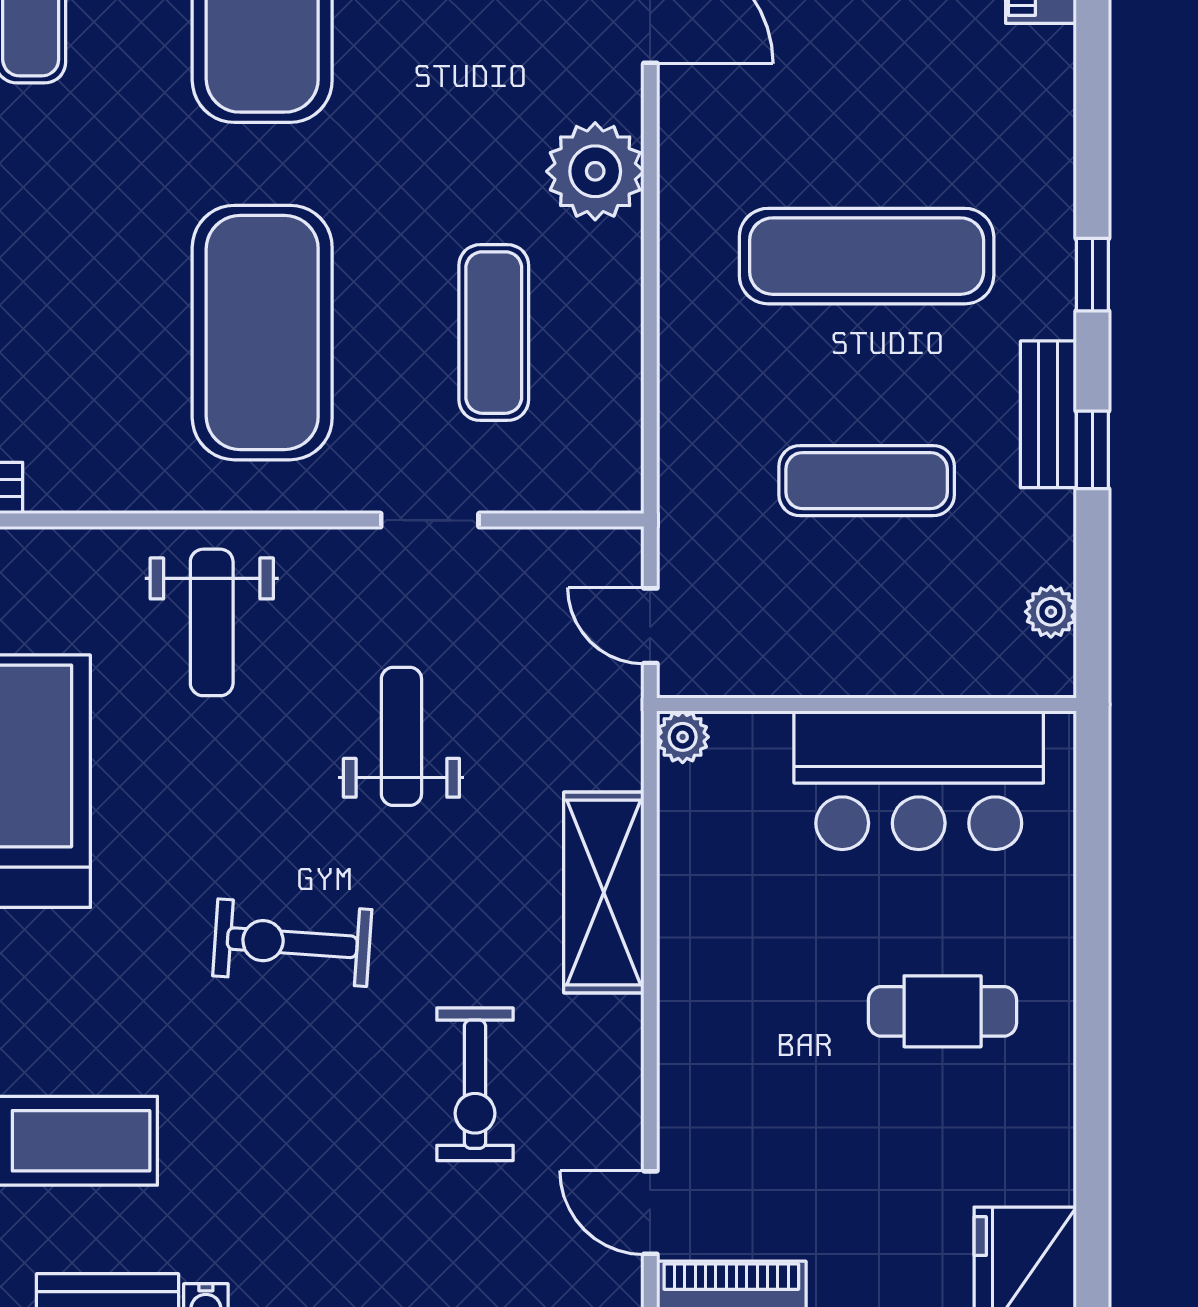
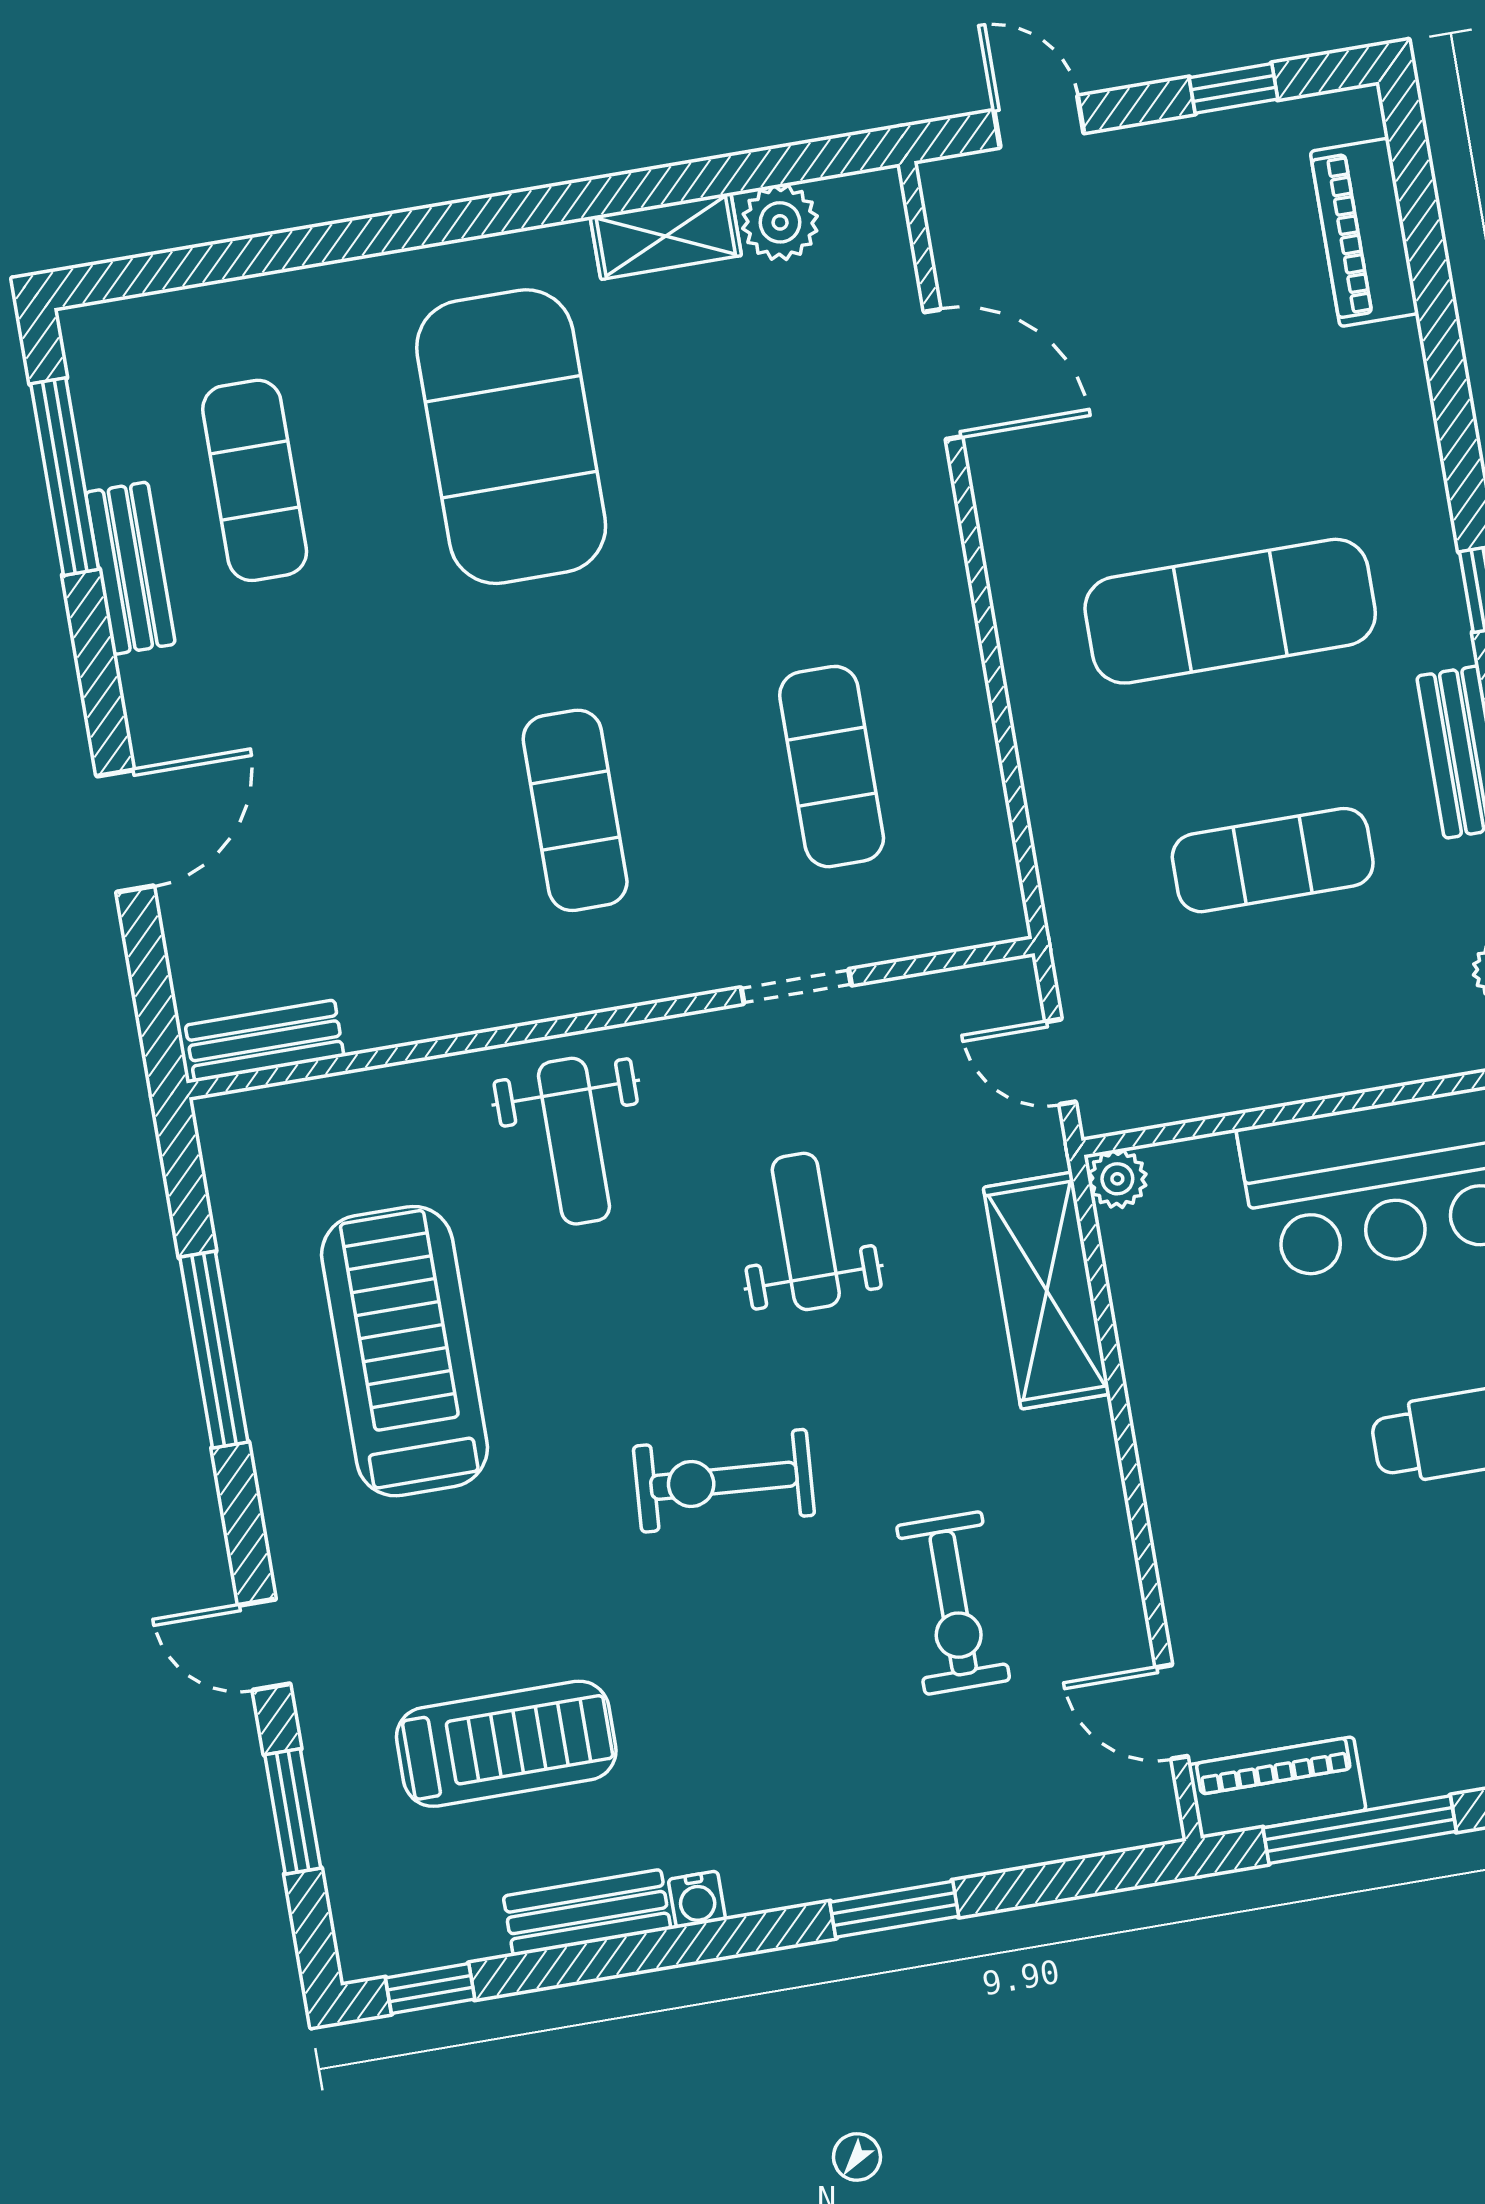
plant: (595, 171) -> (913, 569), removed
exercise mat: (262, 333) -> (575, 810), width x0.50, depth x0.69
shelving: (604, 893) -> (1047, 1291), moved

